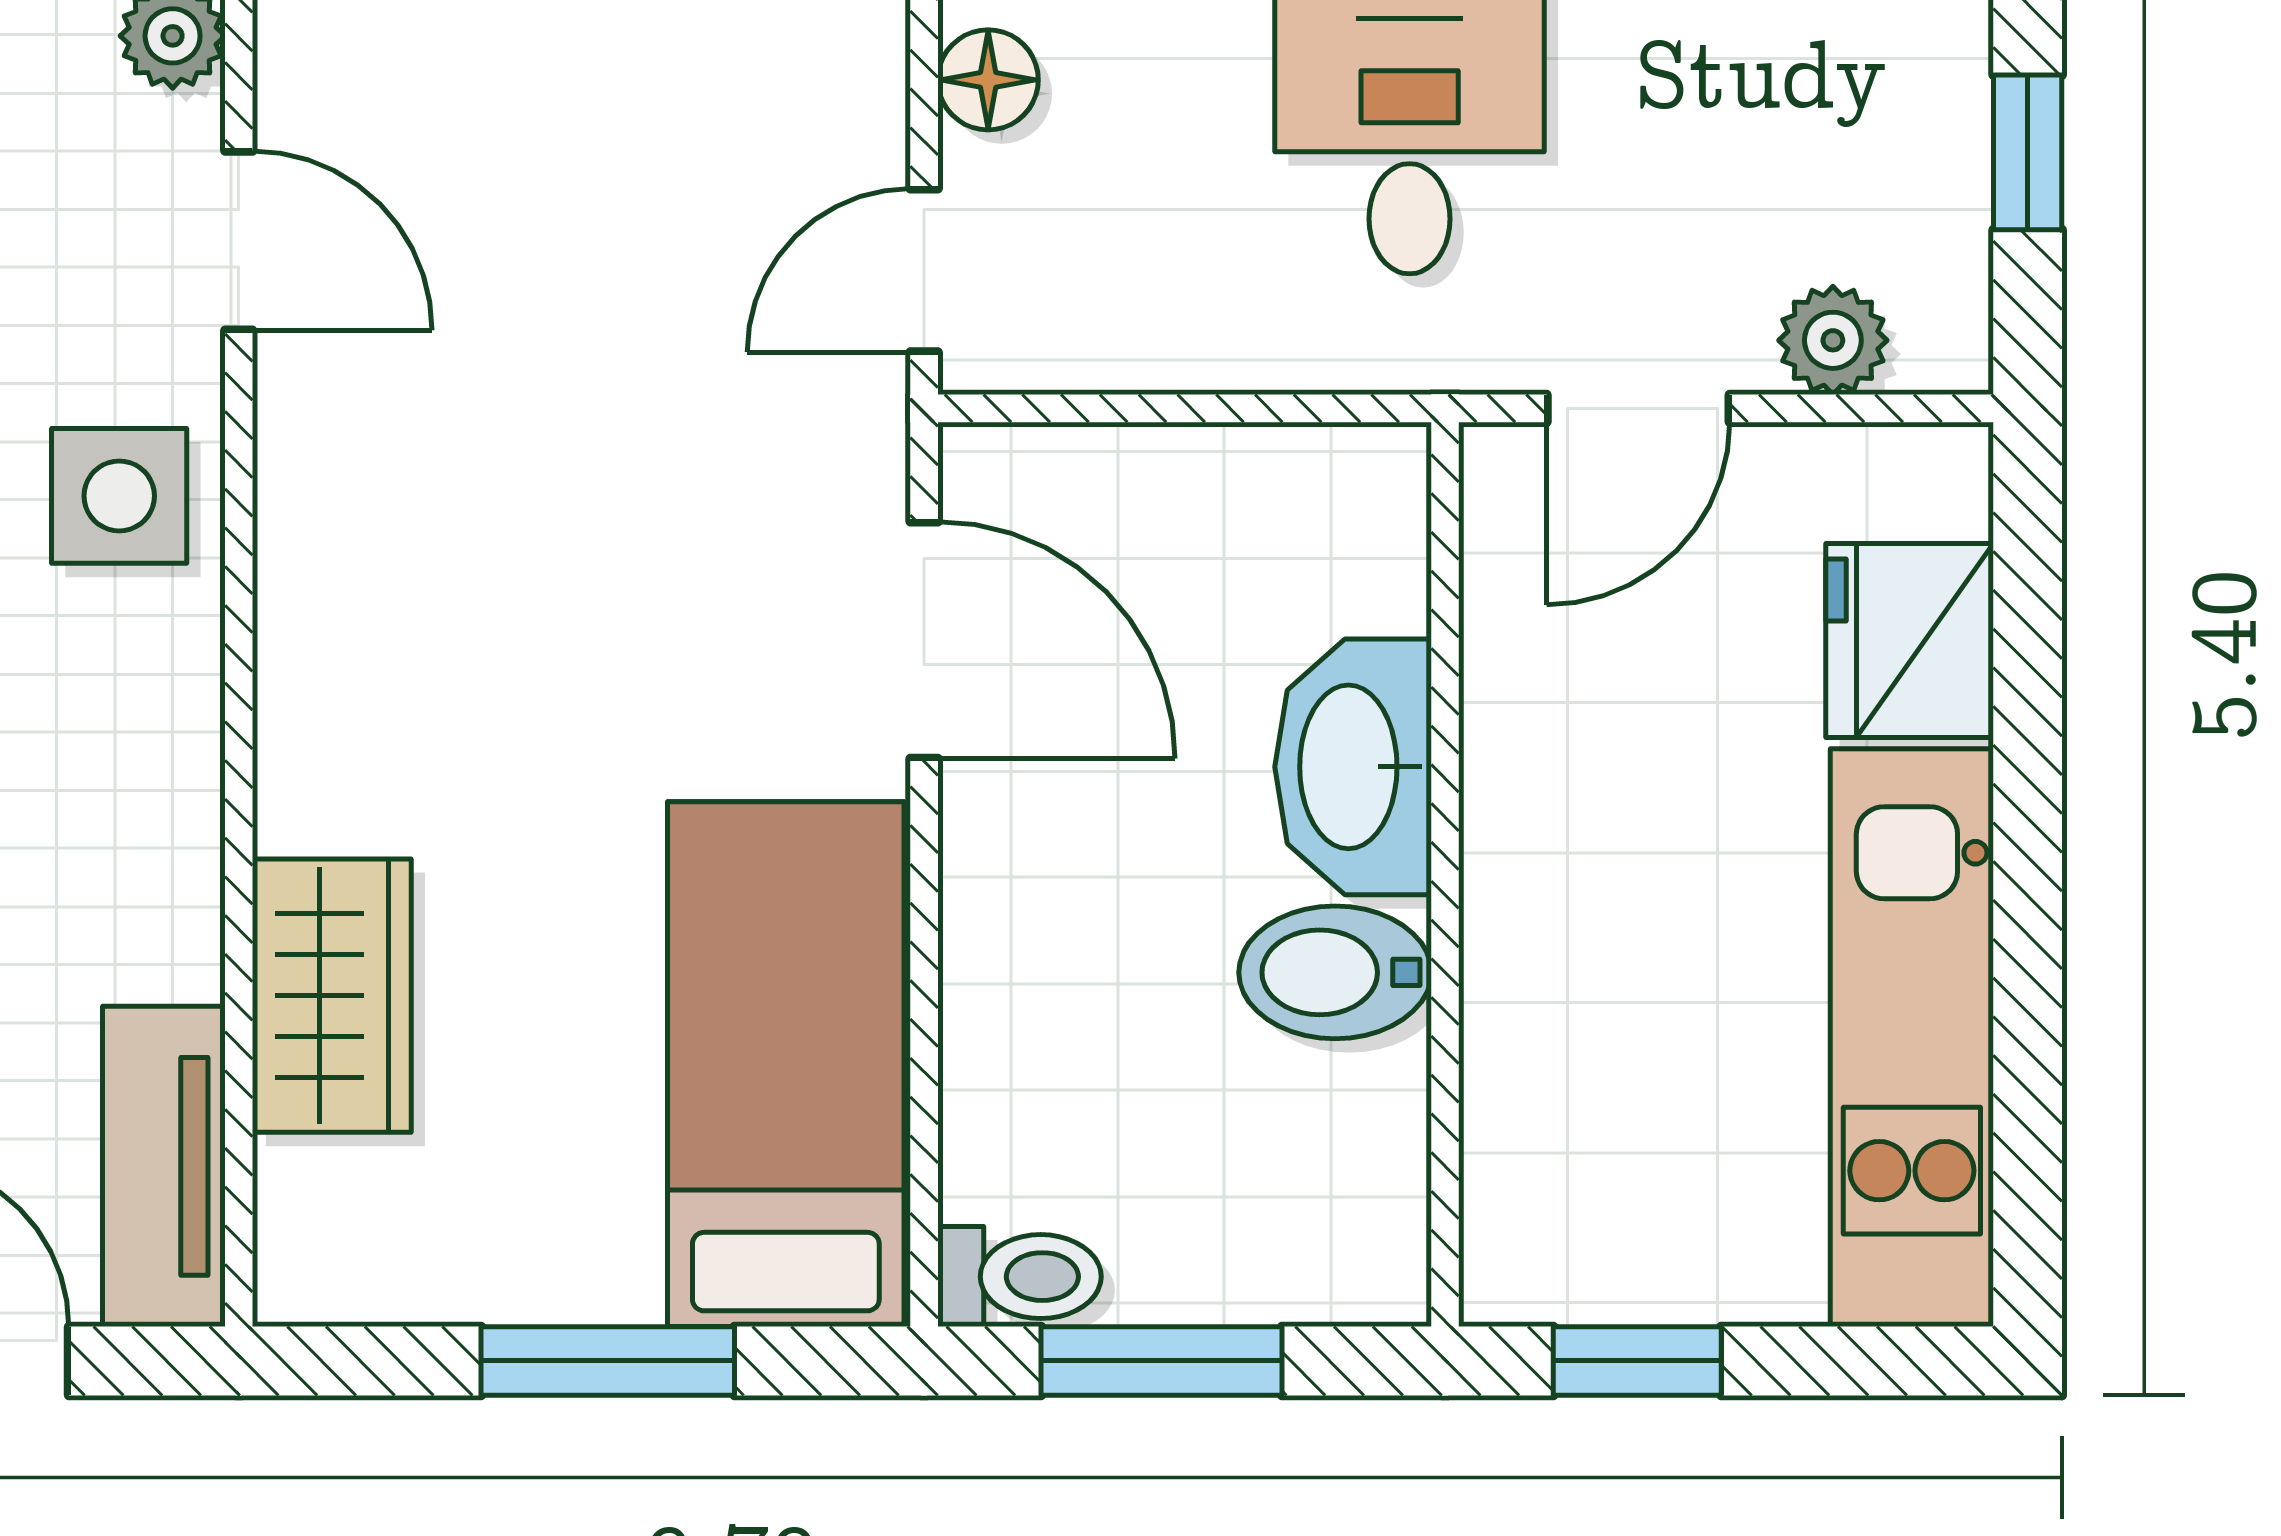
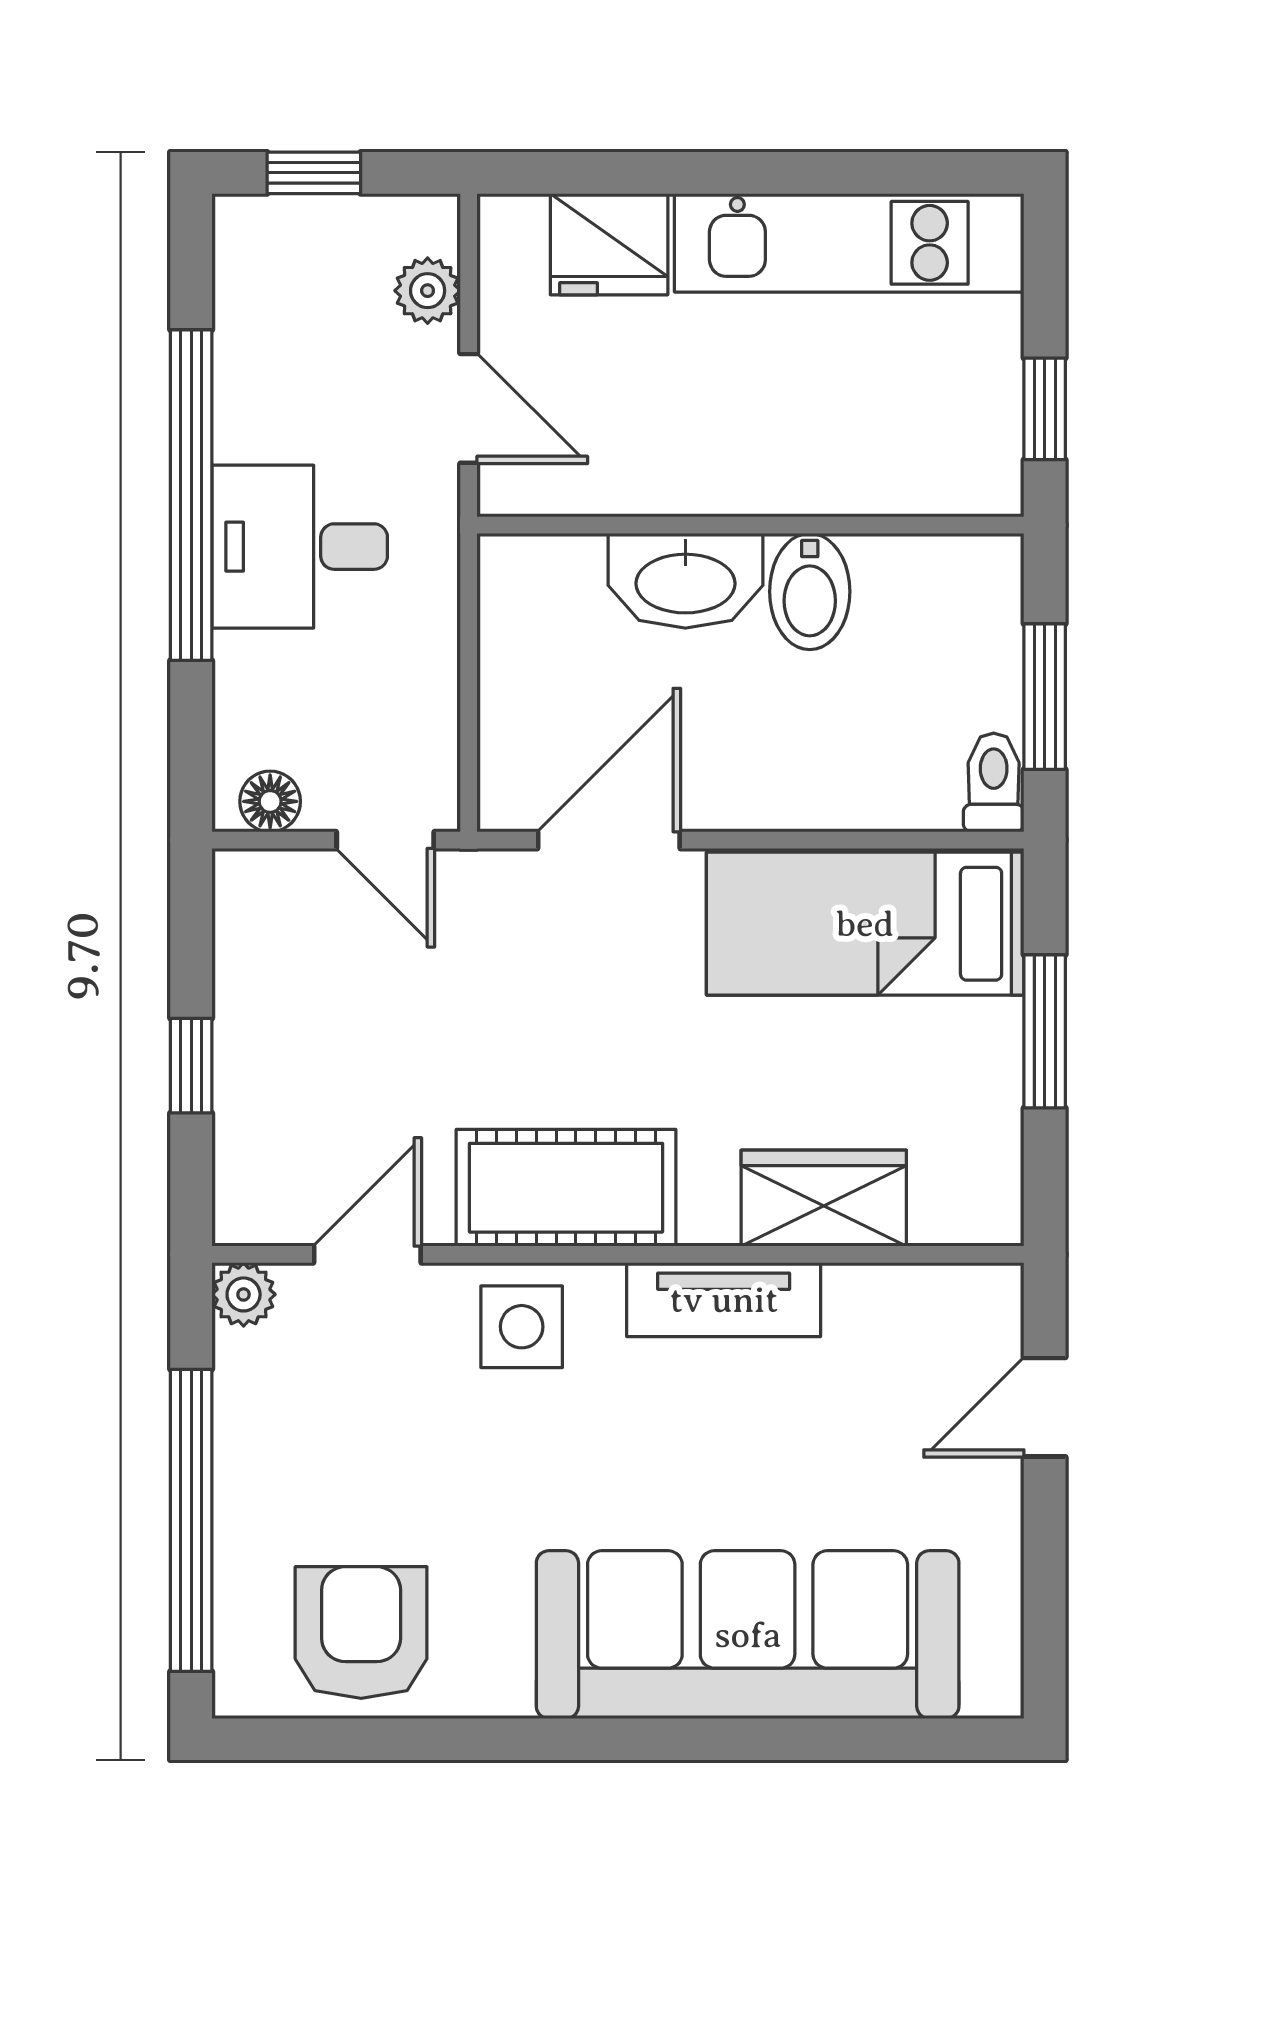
cot: (349, 569) -> (566, 1188), added
tv unit: (164, 1166) -> (724, 1300), moved

